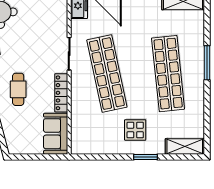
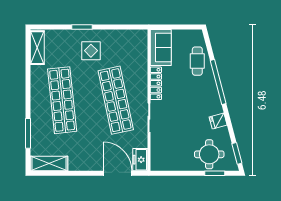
window: (207, 63) -> (28, 133), moved
cafe table: (18, 89) -> (197, 61), moved
shelving: (185, 146) -> (37, 48), moved, turned 90

